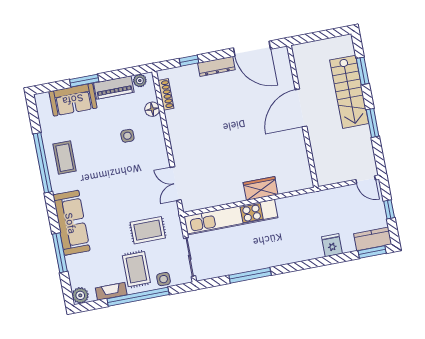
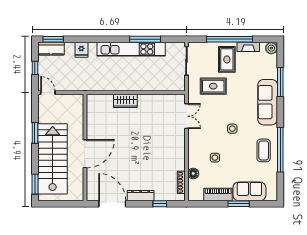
window: (363, 71) -> (35, 184), moved
plant: (140, 81) -> (198, 196), removed
stairs: (349, 92) -> (53, 159), width x1.36, depth x1.51
kitchen unit: (231, 217) -> (131, 49), moved, turned 180
side table: (164, 279) -> (232, 129), moved

